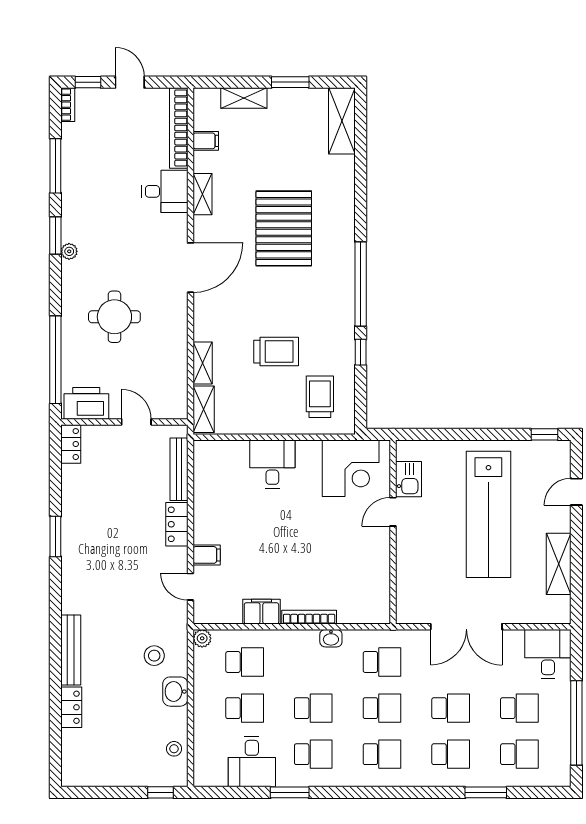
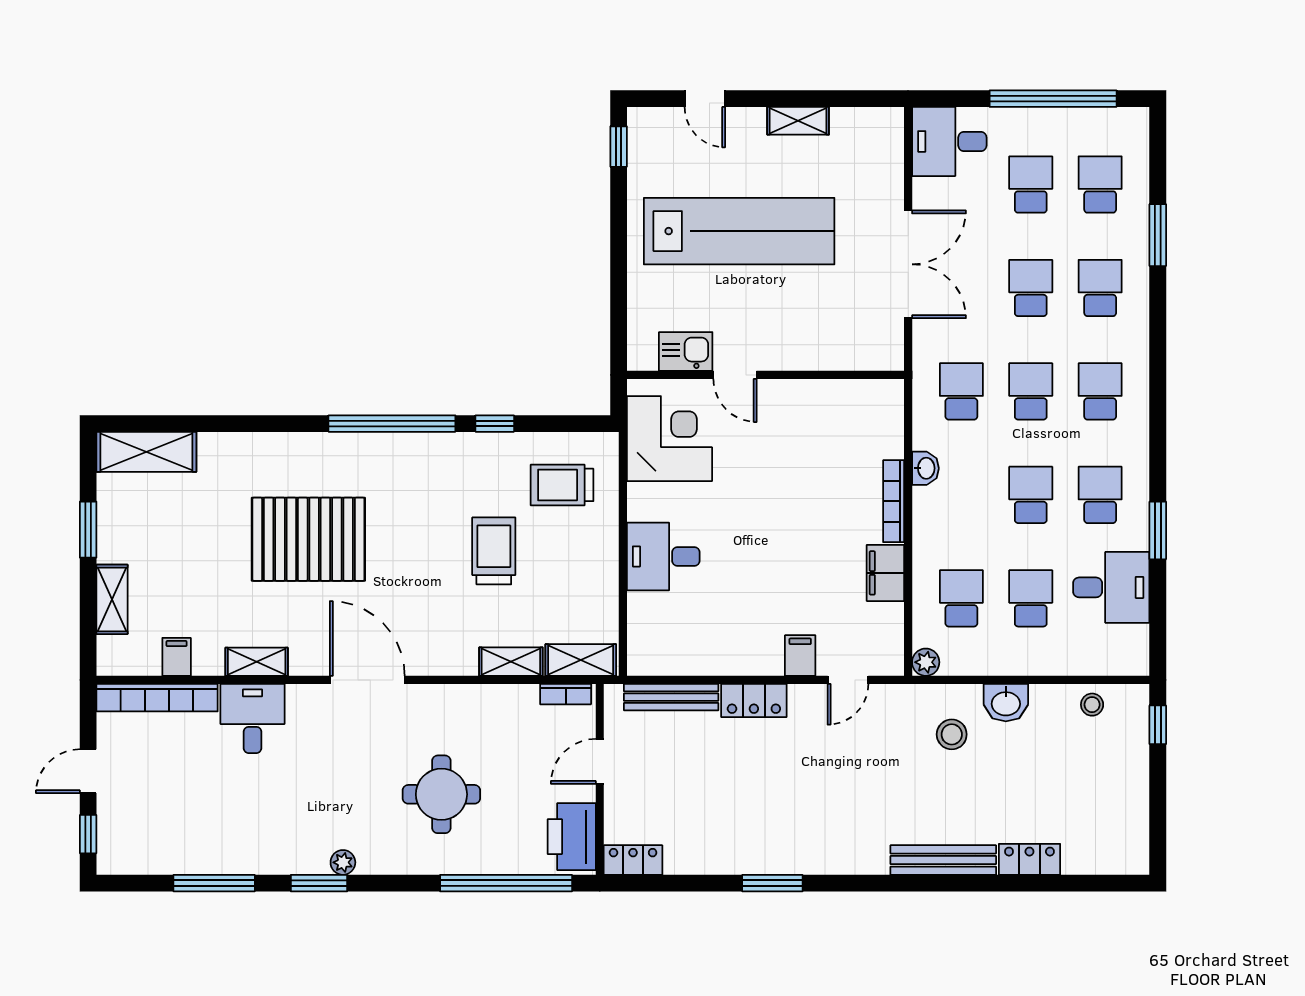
bookcase: (68, 105) -> (566, 694), moved, turned 180
shelving: (559, 564) -> (798, 121), width x0.67, depth x0.75

